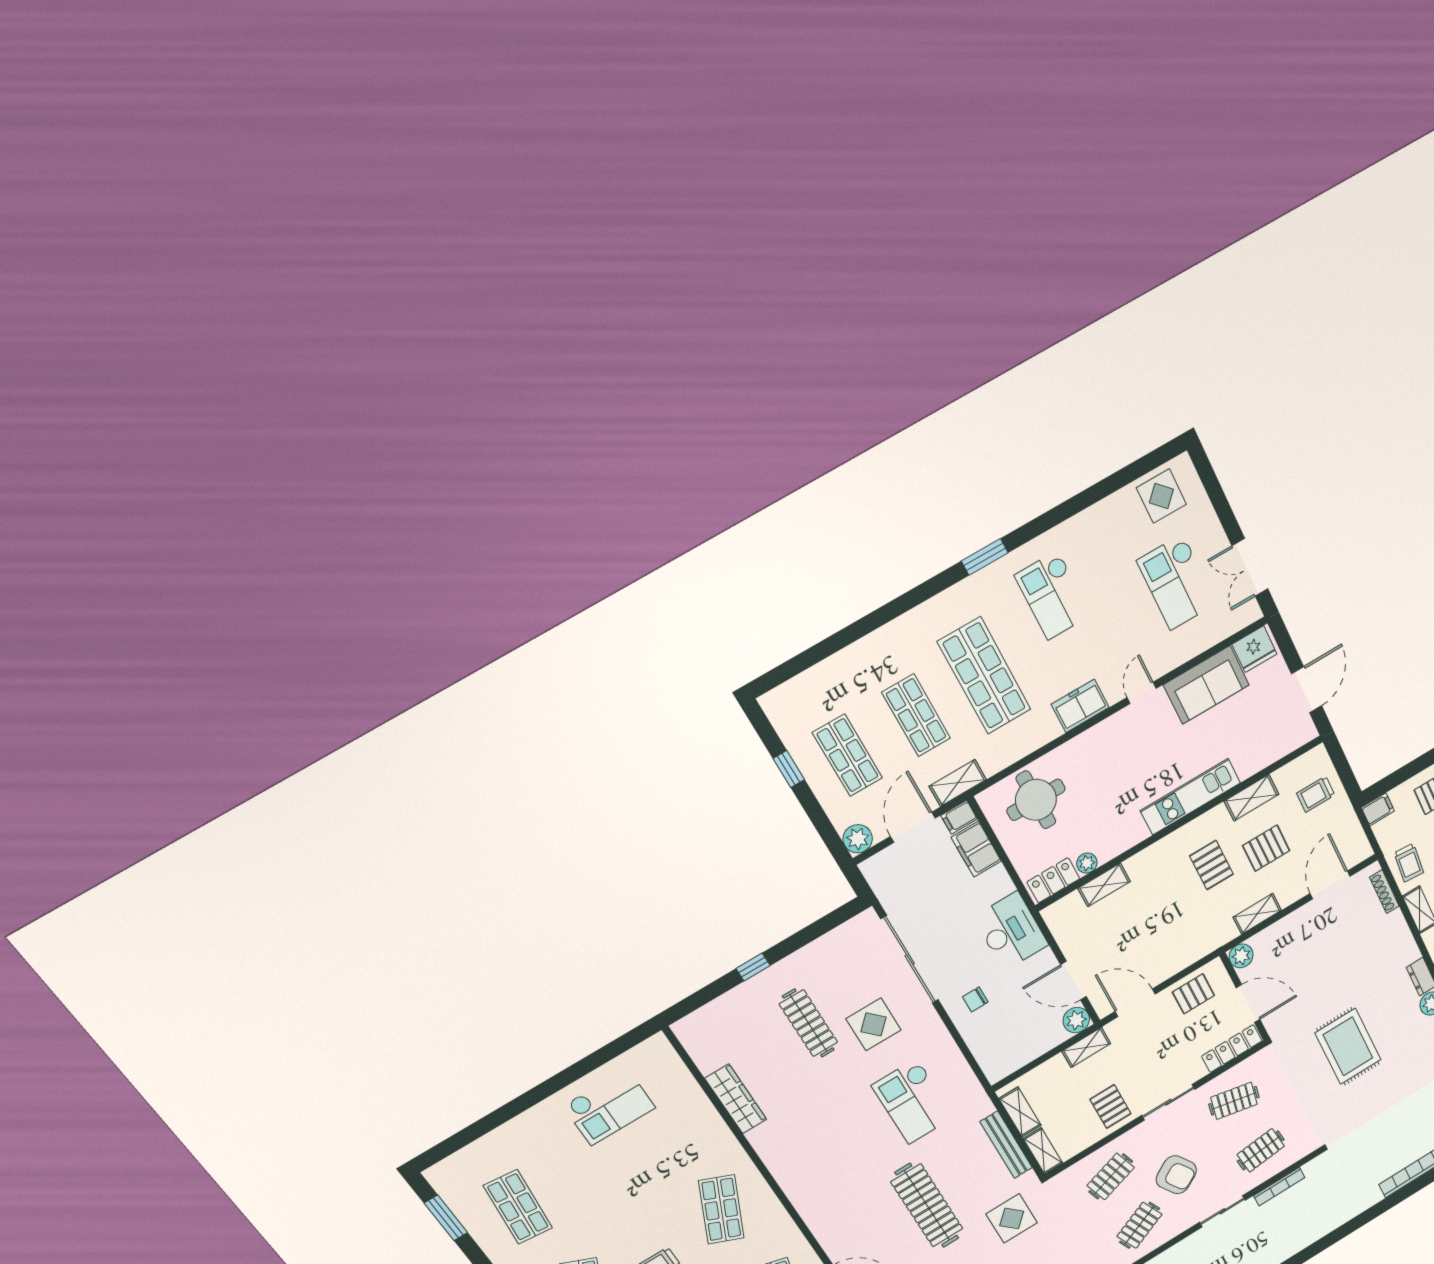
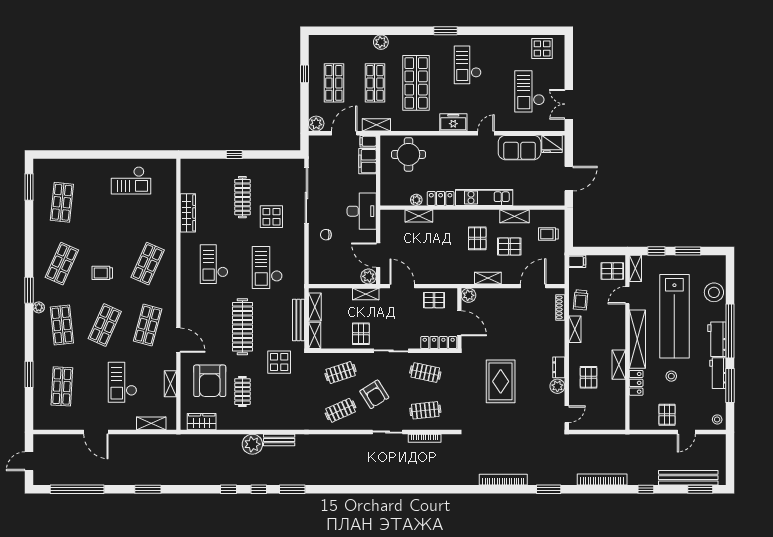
plant: (887, 640) -> (381, 42), added
locker: (1053, 880) -> (441, 198), moved
checkout: (827, 1147) -> (214, 264), added

